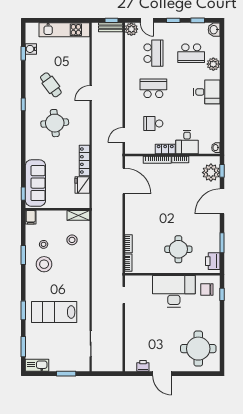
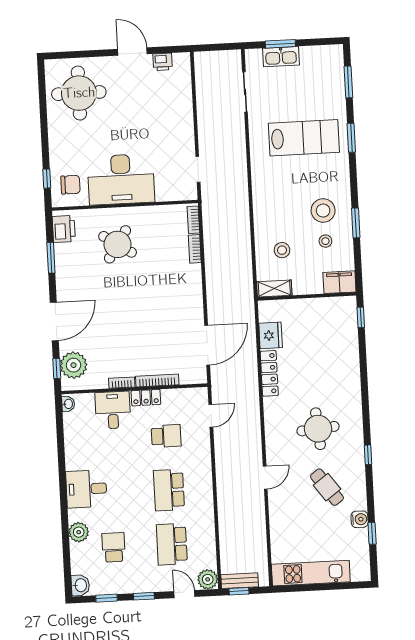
water cooler: (31, 49) -> (360, 519), moved
school desk: (191, 53) -> (114, 547), width x0.54
school desk: (153, 88) -> (169, 490), turned 90
door: (124, 181) -> (207, 345), swing flipped
sofa: (35, 183) -> (343, 335), removed
filing cabinet: (31, 217) -> (339, 282), width x2.00
round table: (178, 249) -> (118, 244), turned 33
kitchen sink: (37, 365) -> (281, 57), moved

